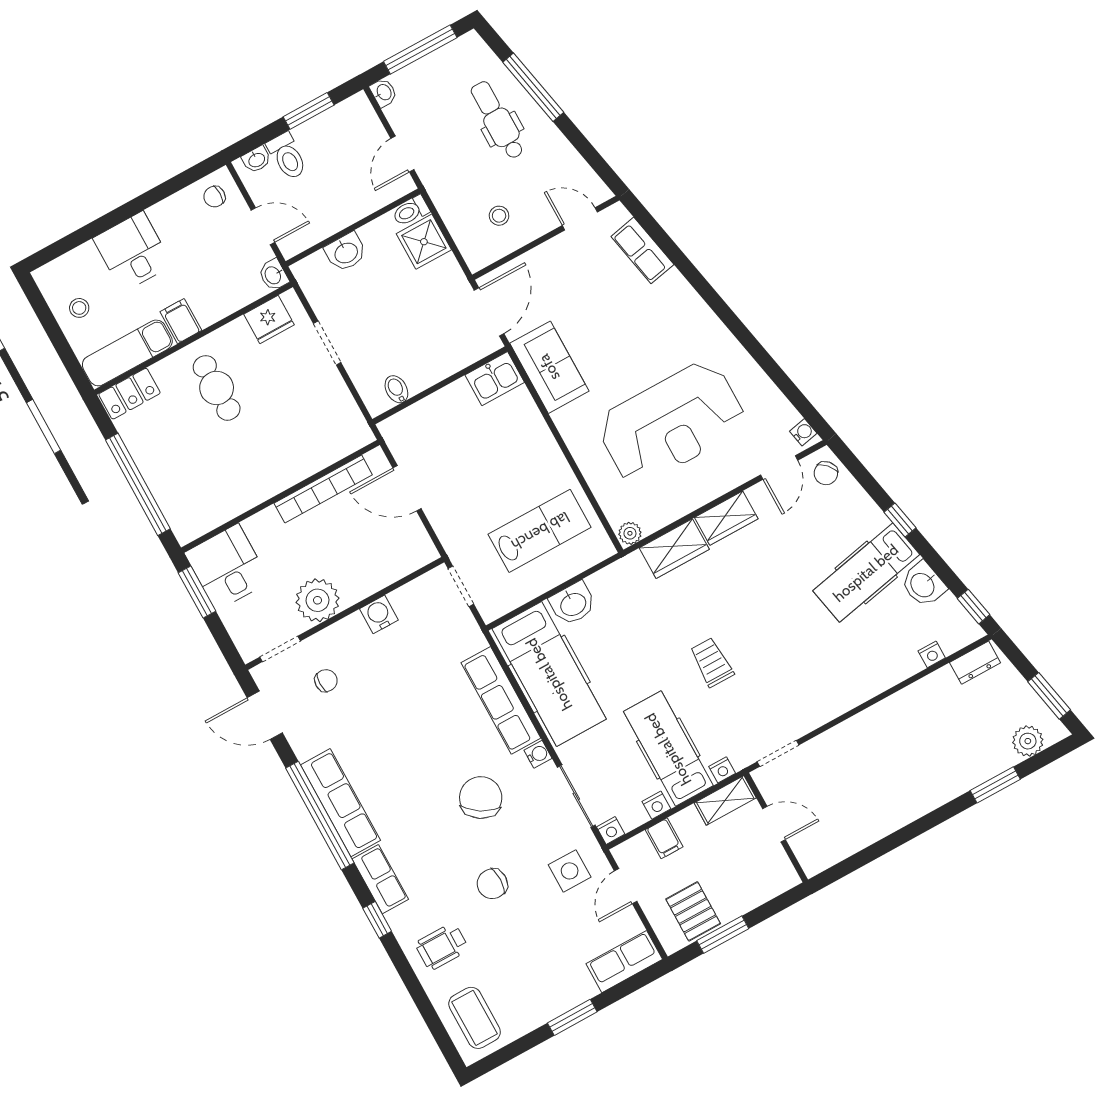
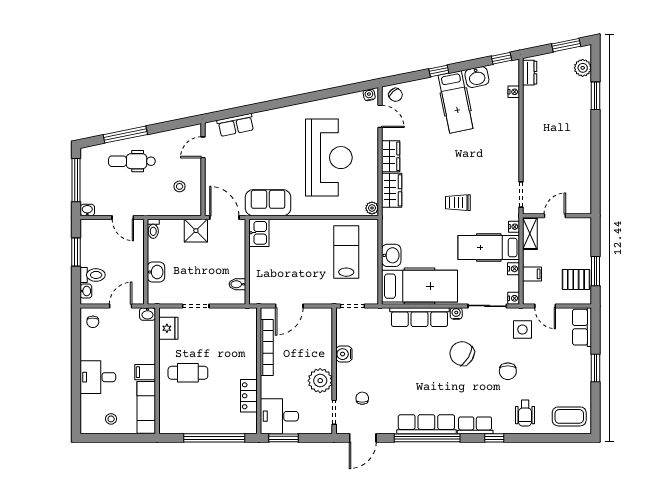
shower: (424, 242) -> (196, 231), moved
locker: (129, 394) -> (249, 396), moved, turned 180

